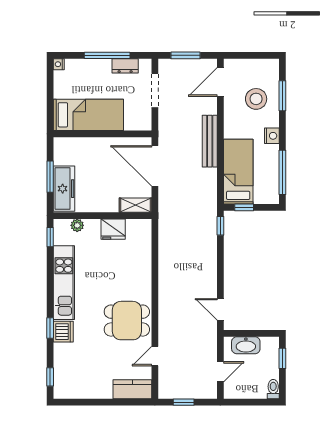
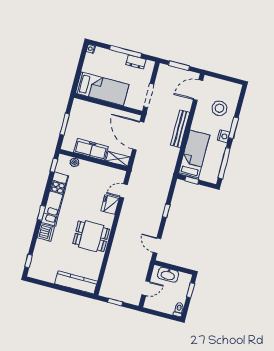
doorway: (155, 91) -> (149, 96), moved
window: (282, 96) -> (233, 128), moved
freezer: (64, 189) -> (91, 149), moved, turned -90
window: (220, 226) -> (166, 211), moved
fridge: (113, 229) -> (110, 205), moved, turned 90
window: (50, 328) -> (41, 213), moved
door: (155, 356) -> (124, 191), moved
kitchen counter: (132, 389) -> (76, 282), width x1.50

